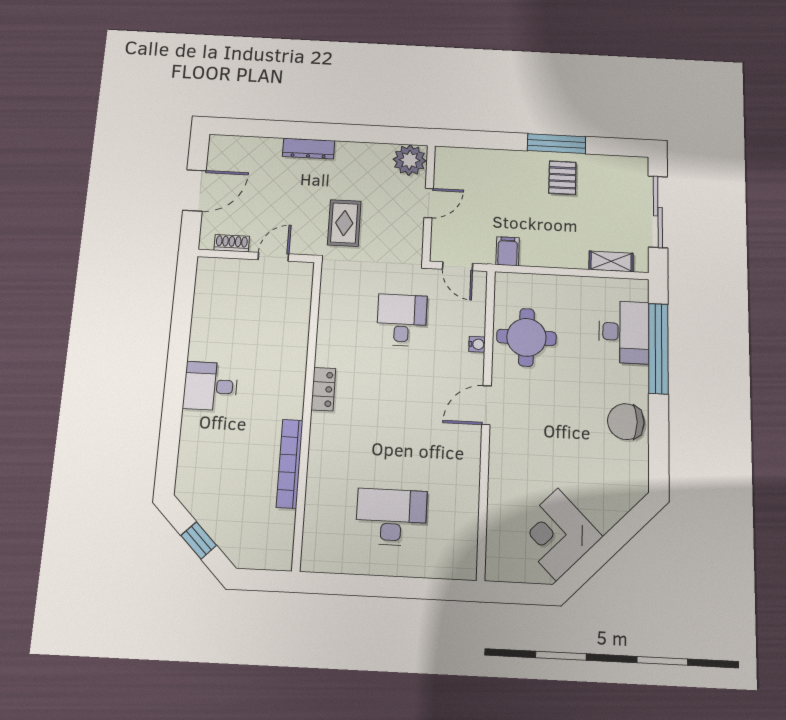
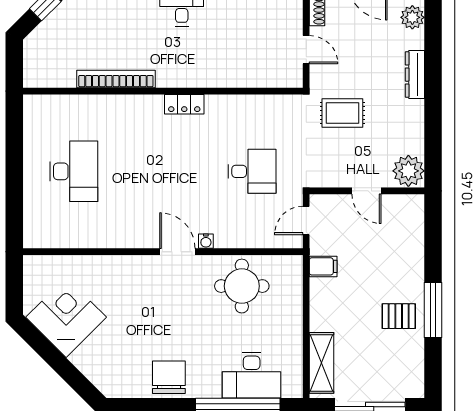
plant: (248, 148) -> (412, 17), added
shelving: (611, 261) -> (321, 363), width x1.50, depth x1.33
water cooler: (477, 344) -> (206, 241), moved

